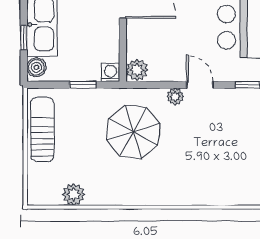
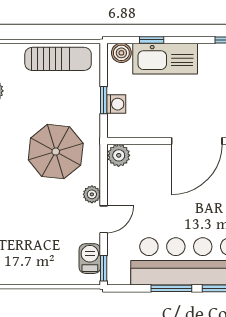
washing machine: (111, 72) -> (116, 104), moved
barbecue: (238, 98) -> (90, 259), added

